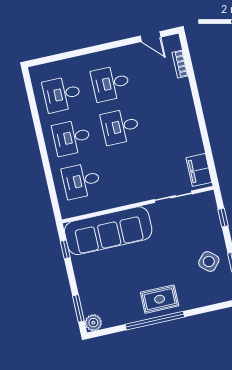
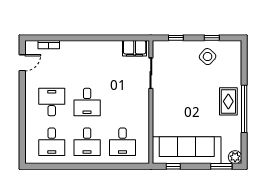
desk: (111, 83) -> (52, 102), turned 180
sofa: (108, 231) -> (187, 150), moved, turned -90

